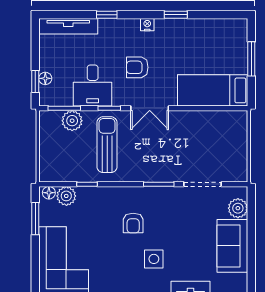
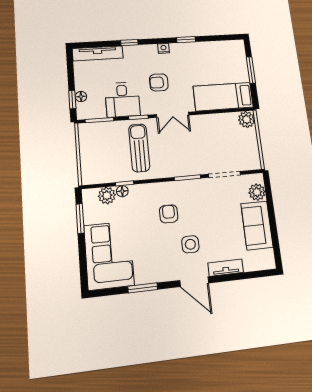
plant: (72, 121) -> (247, 119), moved
floor lamp: (49, 193) -> (122, 191), moved
armchair: (133, 223) -> (169, 214), turned 180

